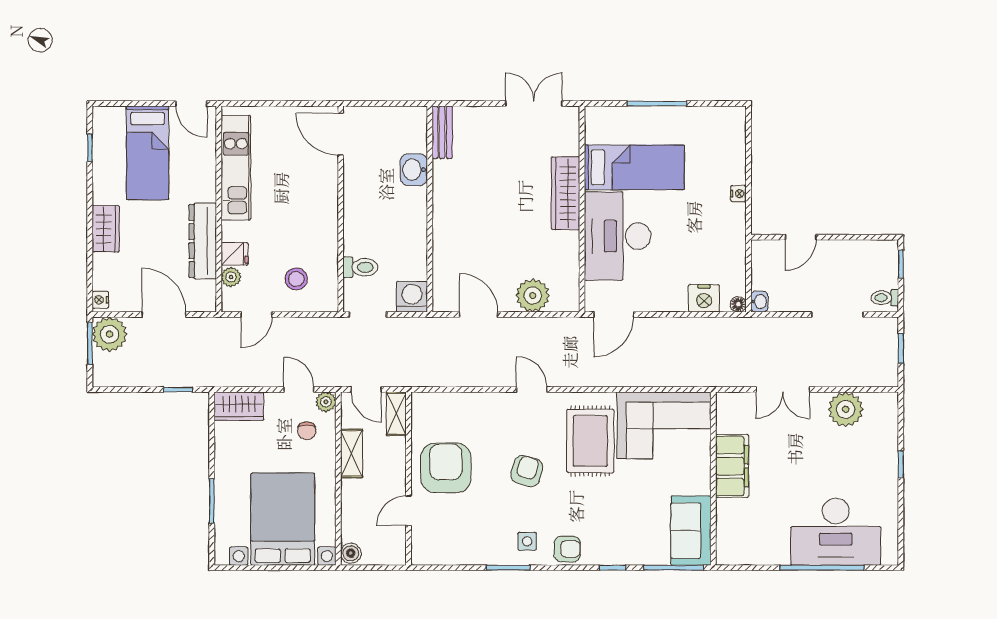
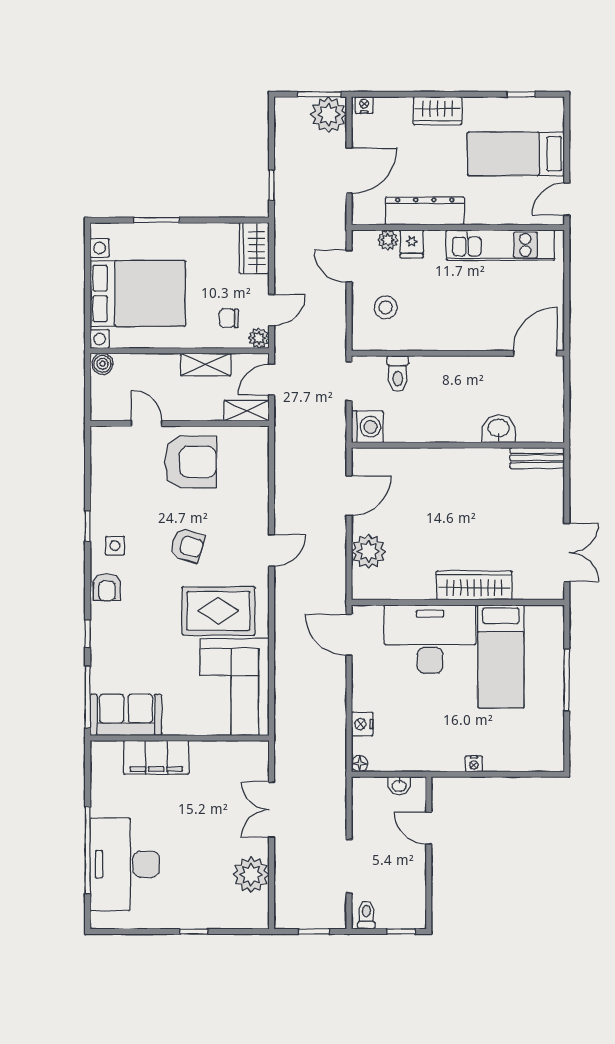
nightstand: (704, 298) -> (362, 724), width x0.74, depth x0.75
washbasin: (759, 302) -> (399, 785), moved
filing cabinet: (732, 466) -> (156, 757), moved
window: (508, 568) -> (88, 526), width x0.67

